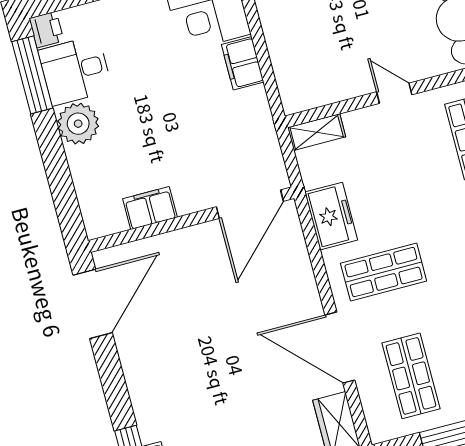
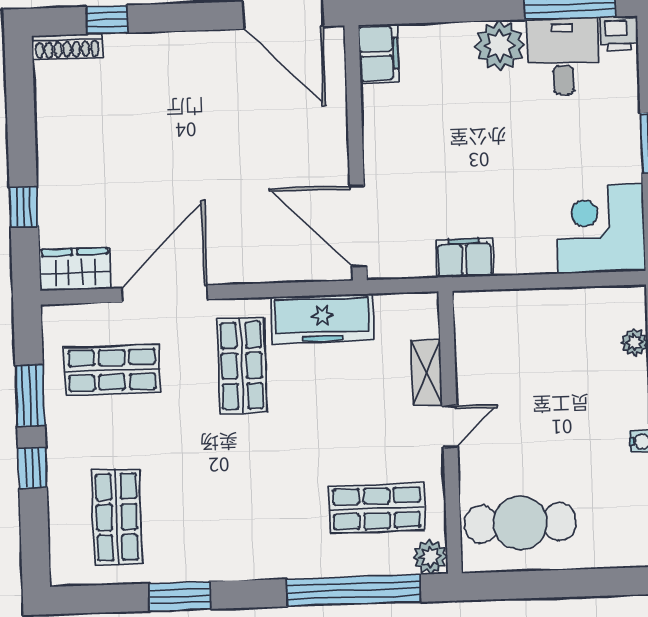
filing cabinet: (243, 63) -> (464, 258), moved
shelving: (317, 132) -> (427, 372), moved
filing cabinet: (150, 208) -> (379, 54), moved
freezer: (331, 216) -> (322, 319), width x1.40

